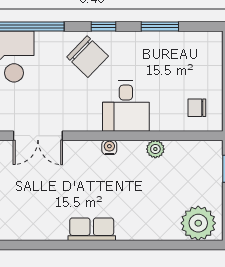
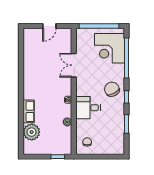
chair: (88, 57) -> (112, 89), turned 108
plant: (198, 223) -> (32, 132), moved
row of seats: (92, 229) -> (29, 111), moved

